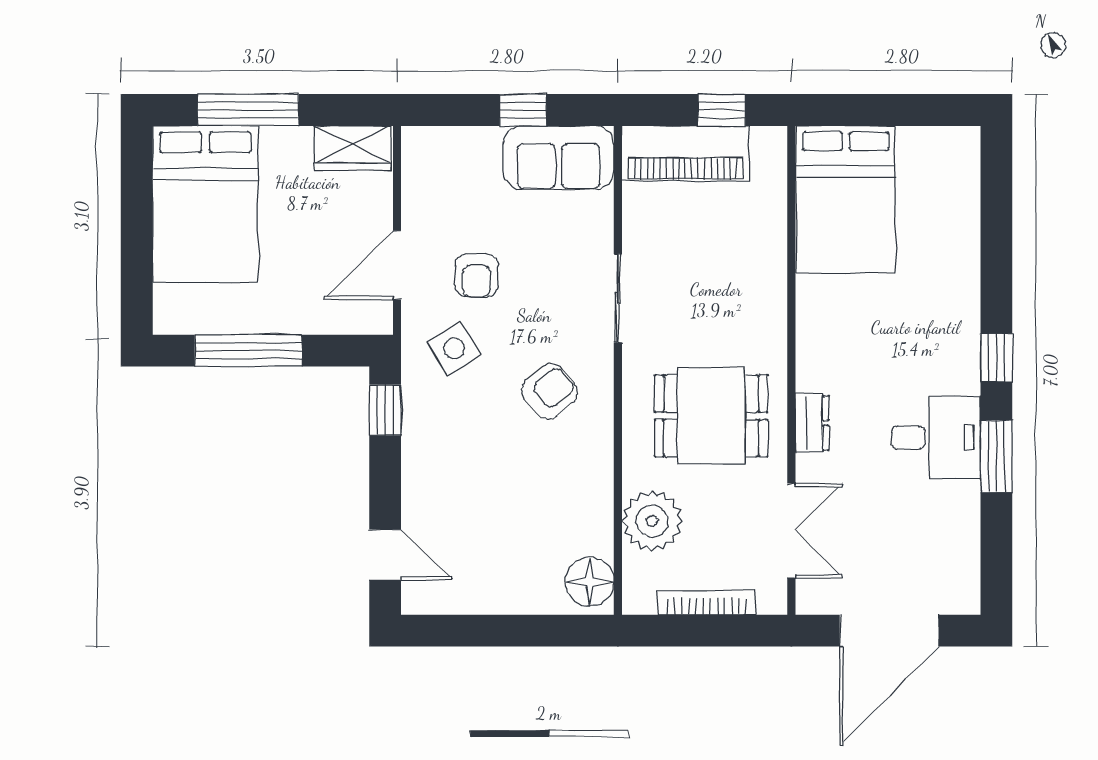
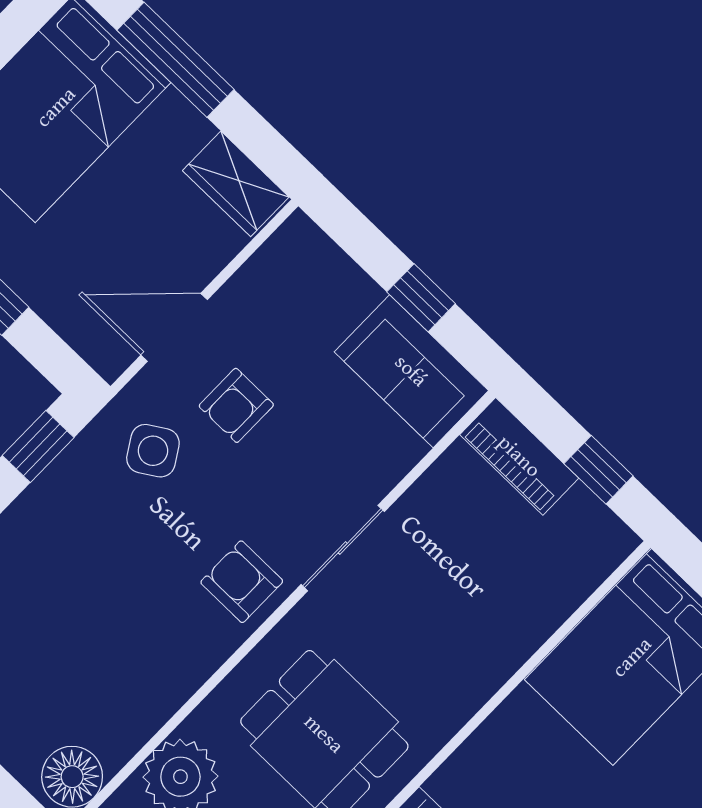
piano: (685, 153) -> (519, 456), width x0.73, depth x0.75
armchair: (549, 391) -> (242, 582), moved, turned -140

